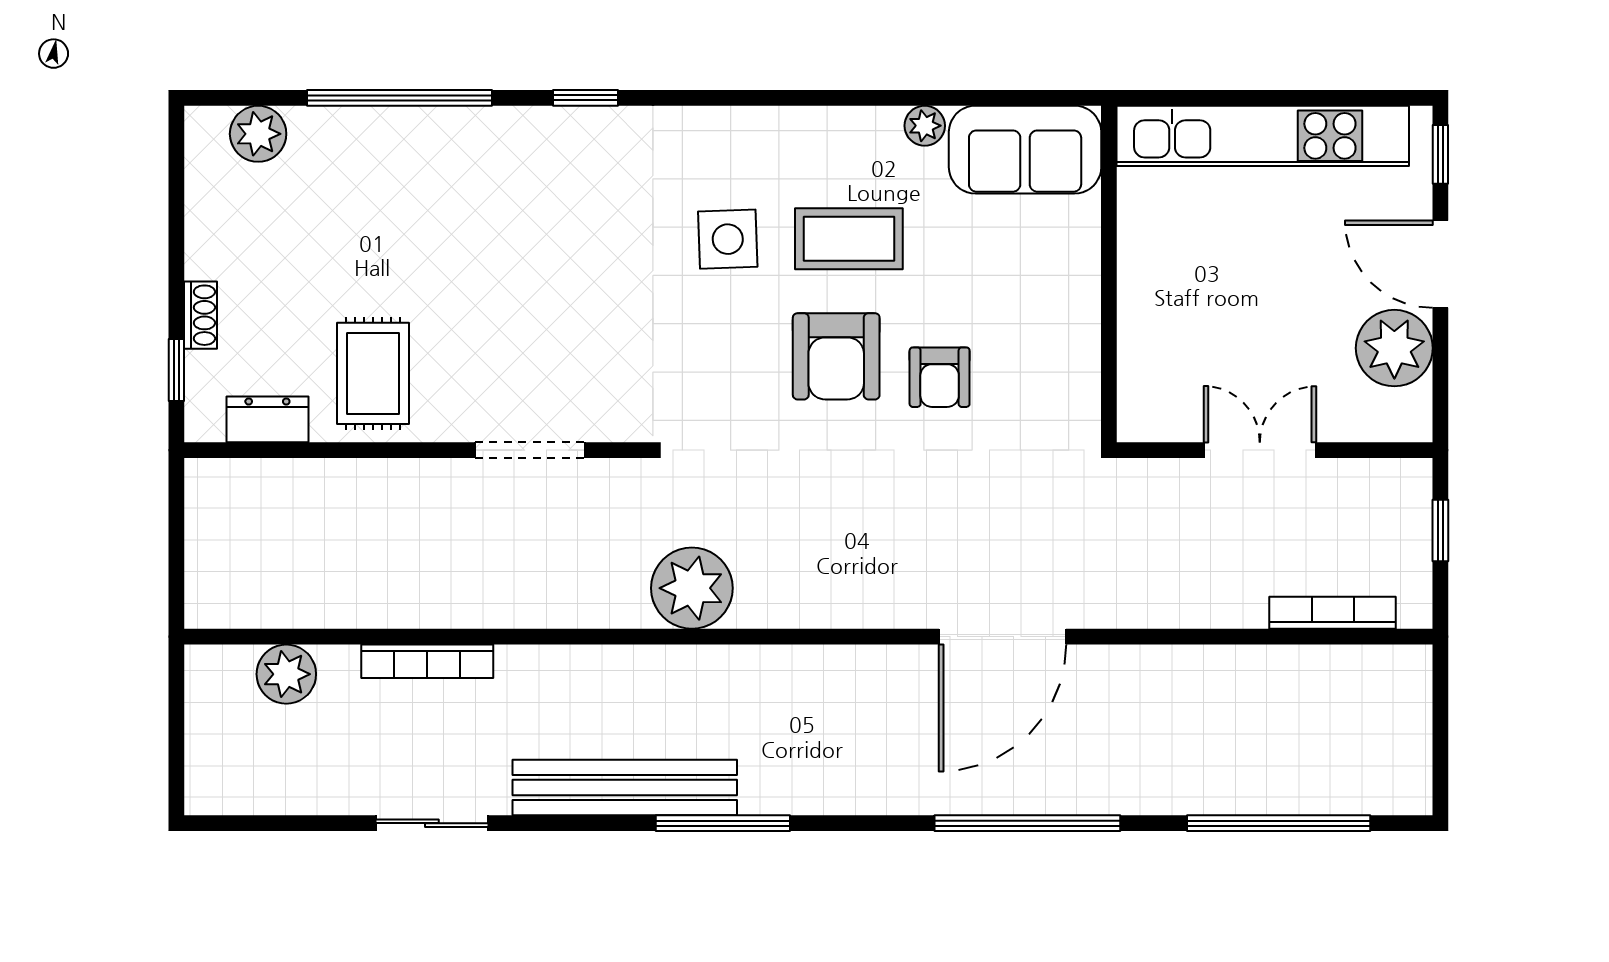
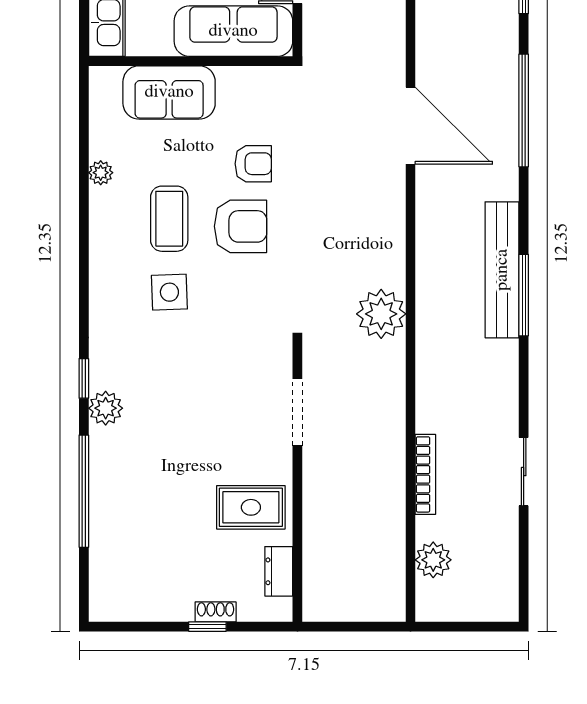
plant: (258, 134) -> (106, 408), moved
sofa: (1025, 150) -> (169, 92), moved, turned 90
sofa: (1158, 345) -> (233, 31), added
window: (176, 370) -> (207, 627), moved
bench: (625, 788) -> (502, 270), moved

